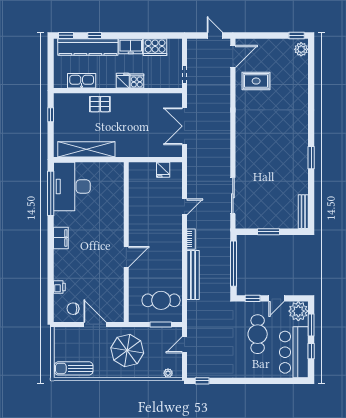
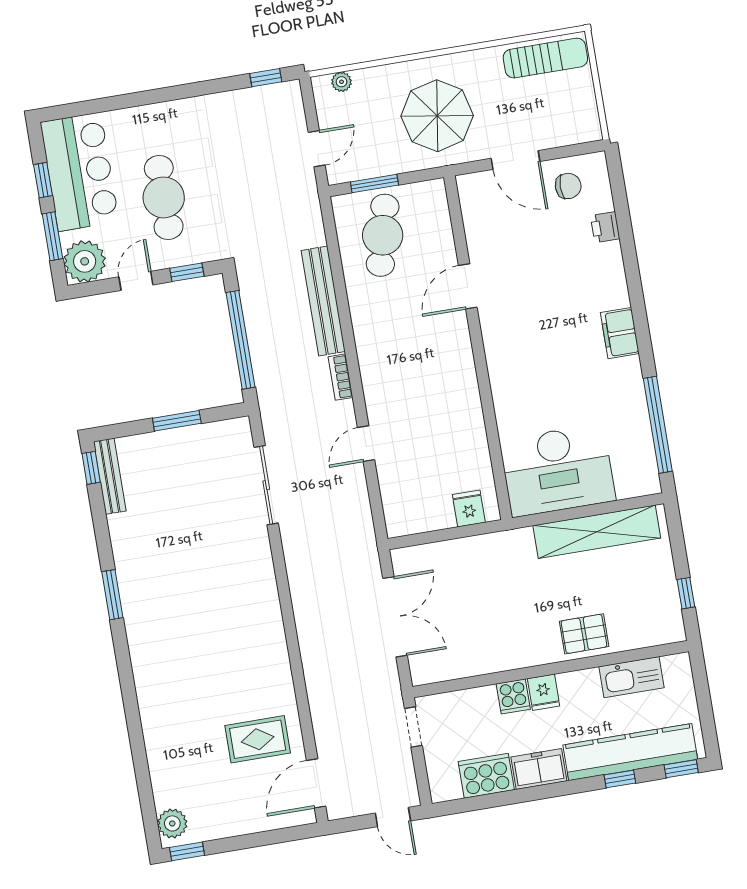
door: (215, 35) -> (393, 817), moved
fridge: (163, 170) -> (469, 509), moved
desk: (72, 186) -> (558, 470), moved, turned 90
window: (311, 217) -> (91, 468), added
door: (126, 257) -> (468, 286), moved
cafe table: (161, 300) -> (383, 235), turned -76

